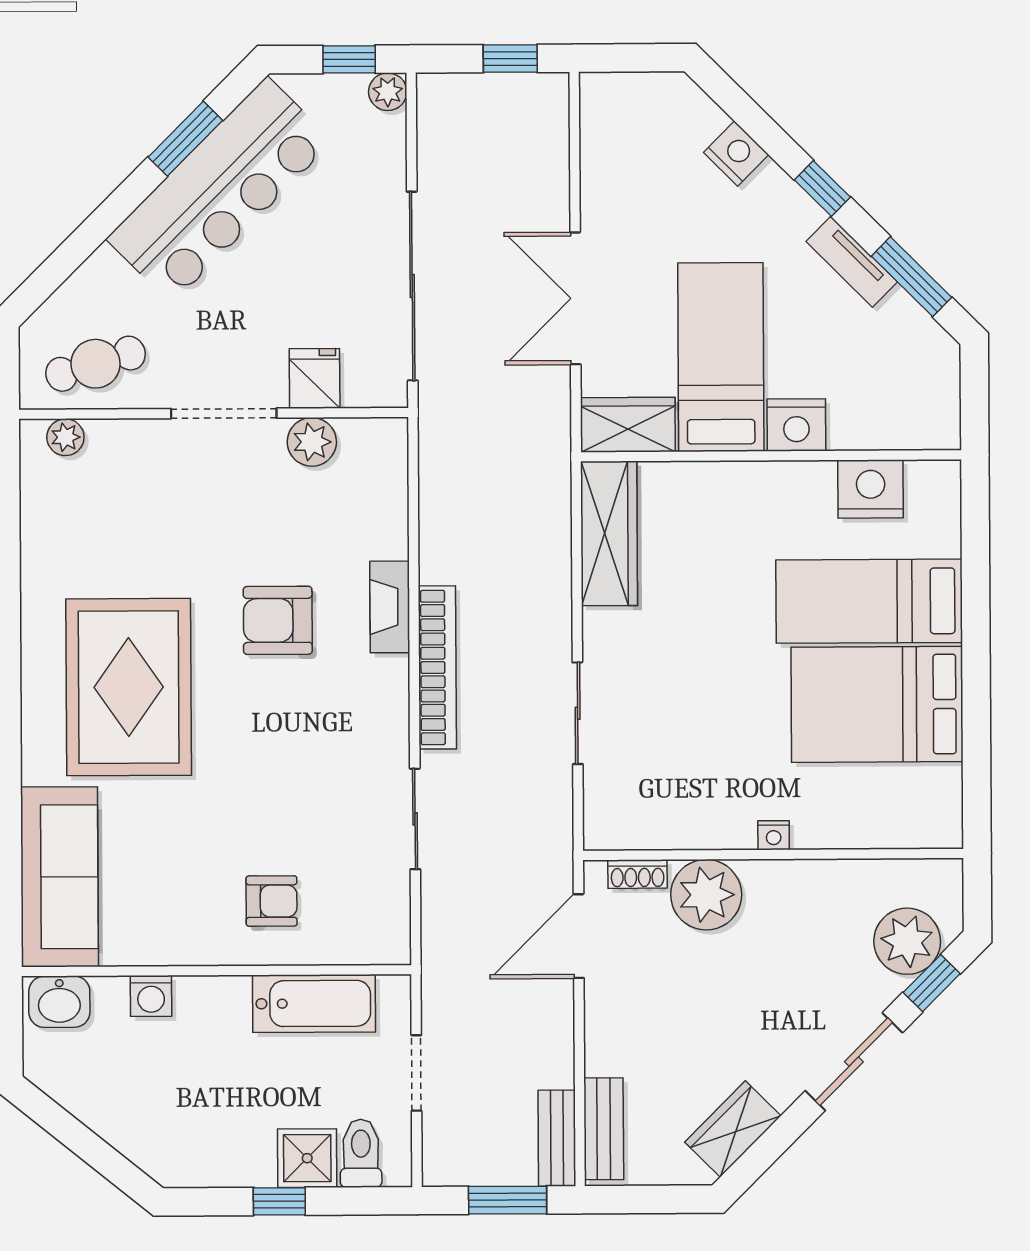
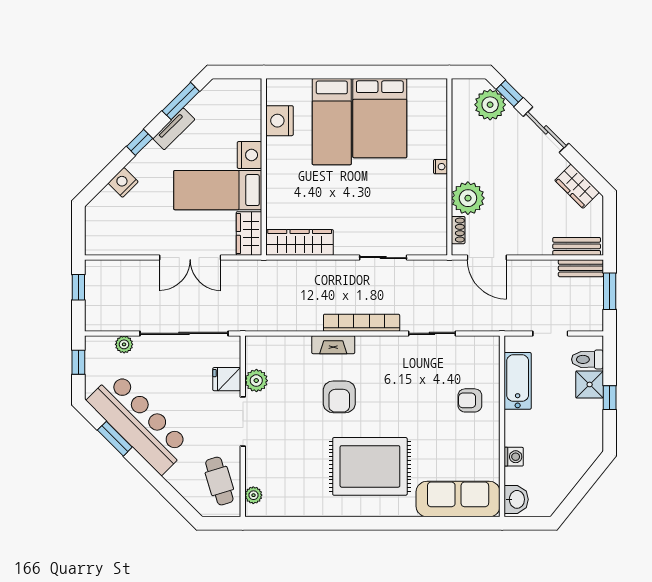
plant: (388, 92) -> (124, 344), moved
armchair: (272, 901) -> (470, 400), turned -90

